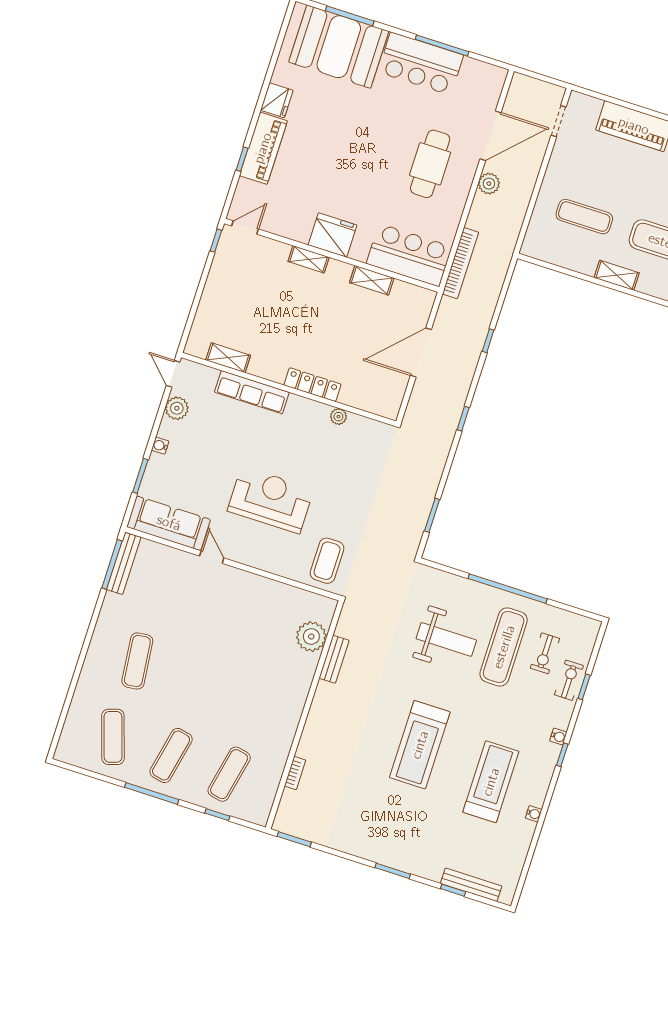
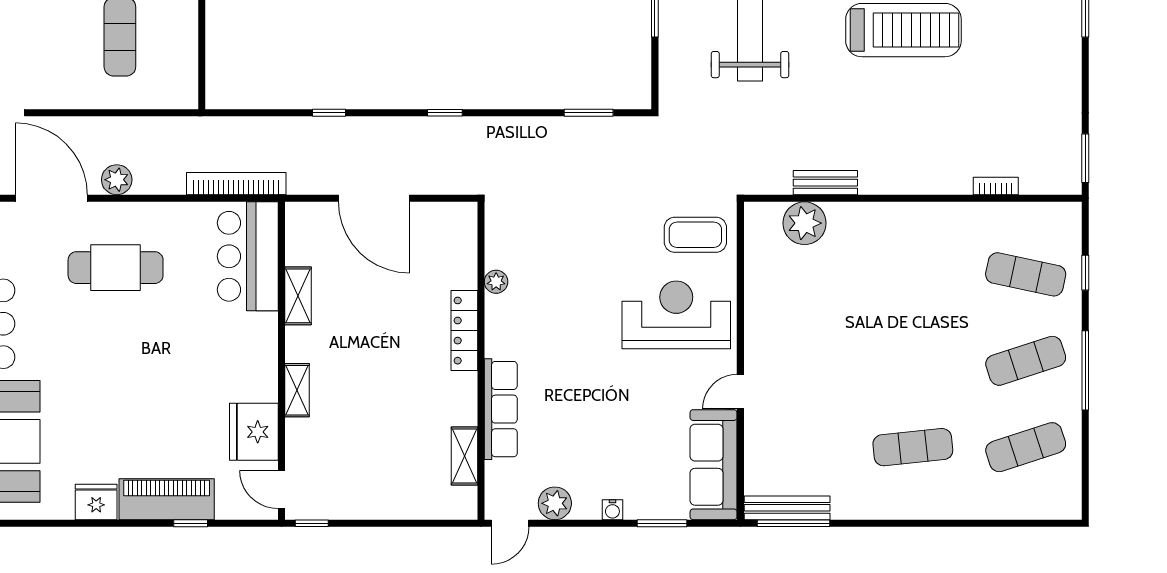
fridge: (332, 235) -> (254, 432), moved
reception desk: (271, 500) -> (676, 315), moved, turned 90
exercise mat: (171, 755) -> (1026, 361), turned -30

